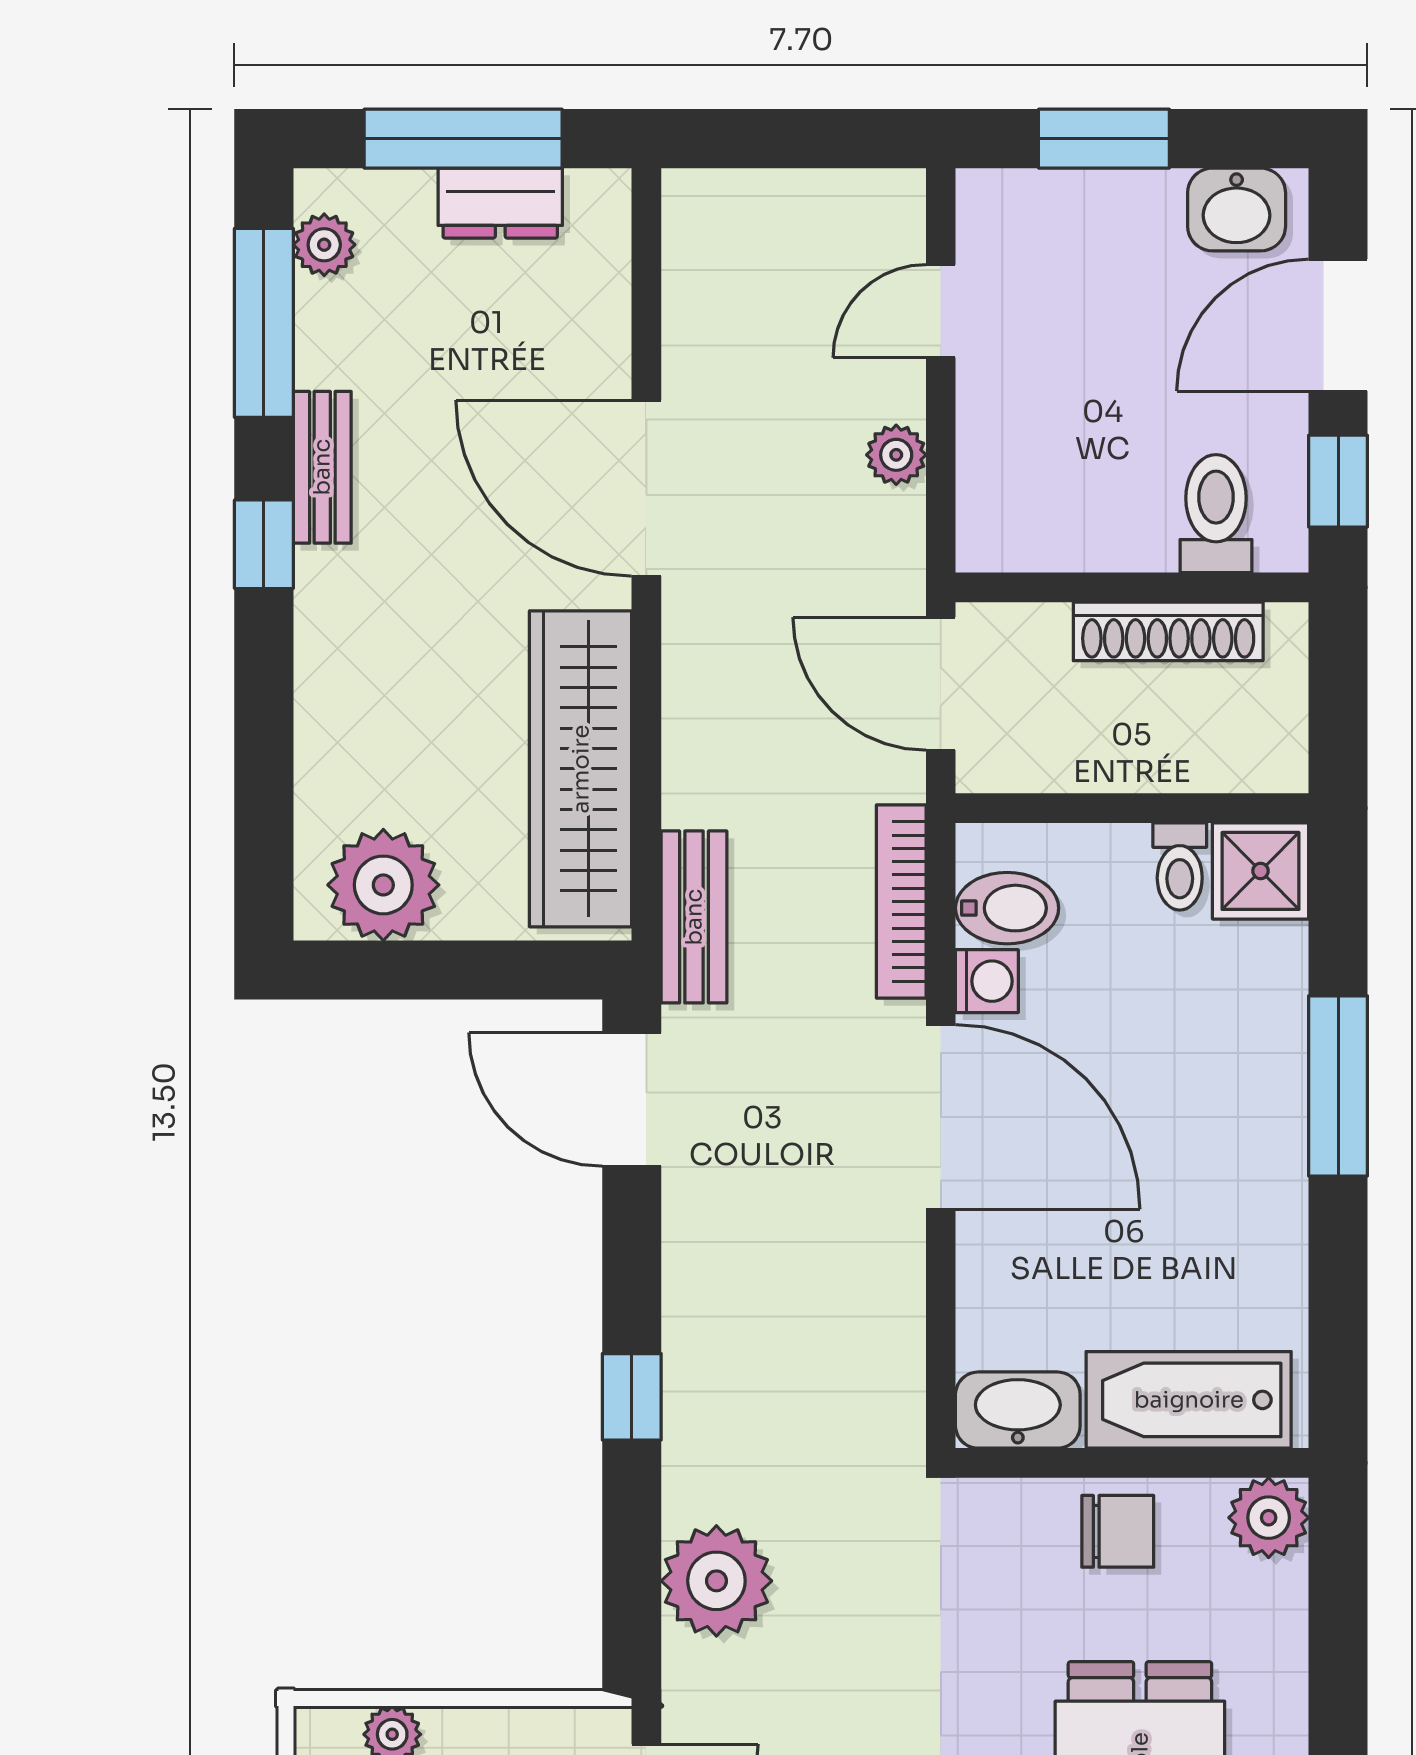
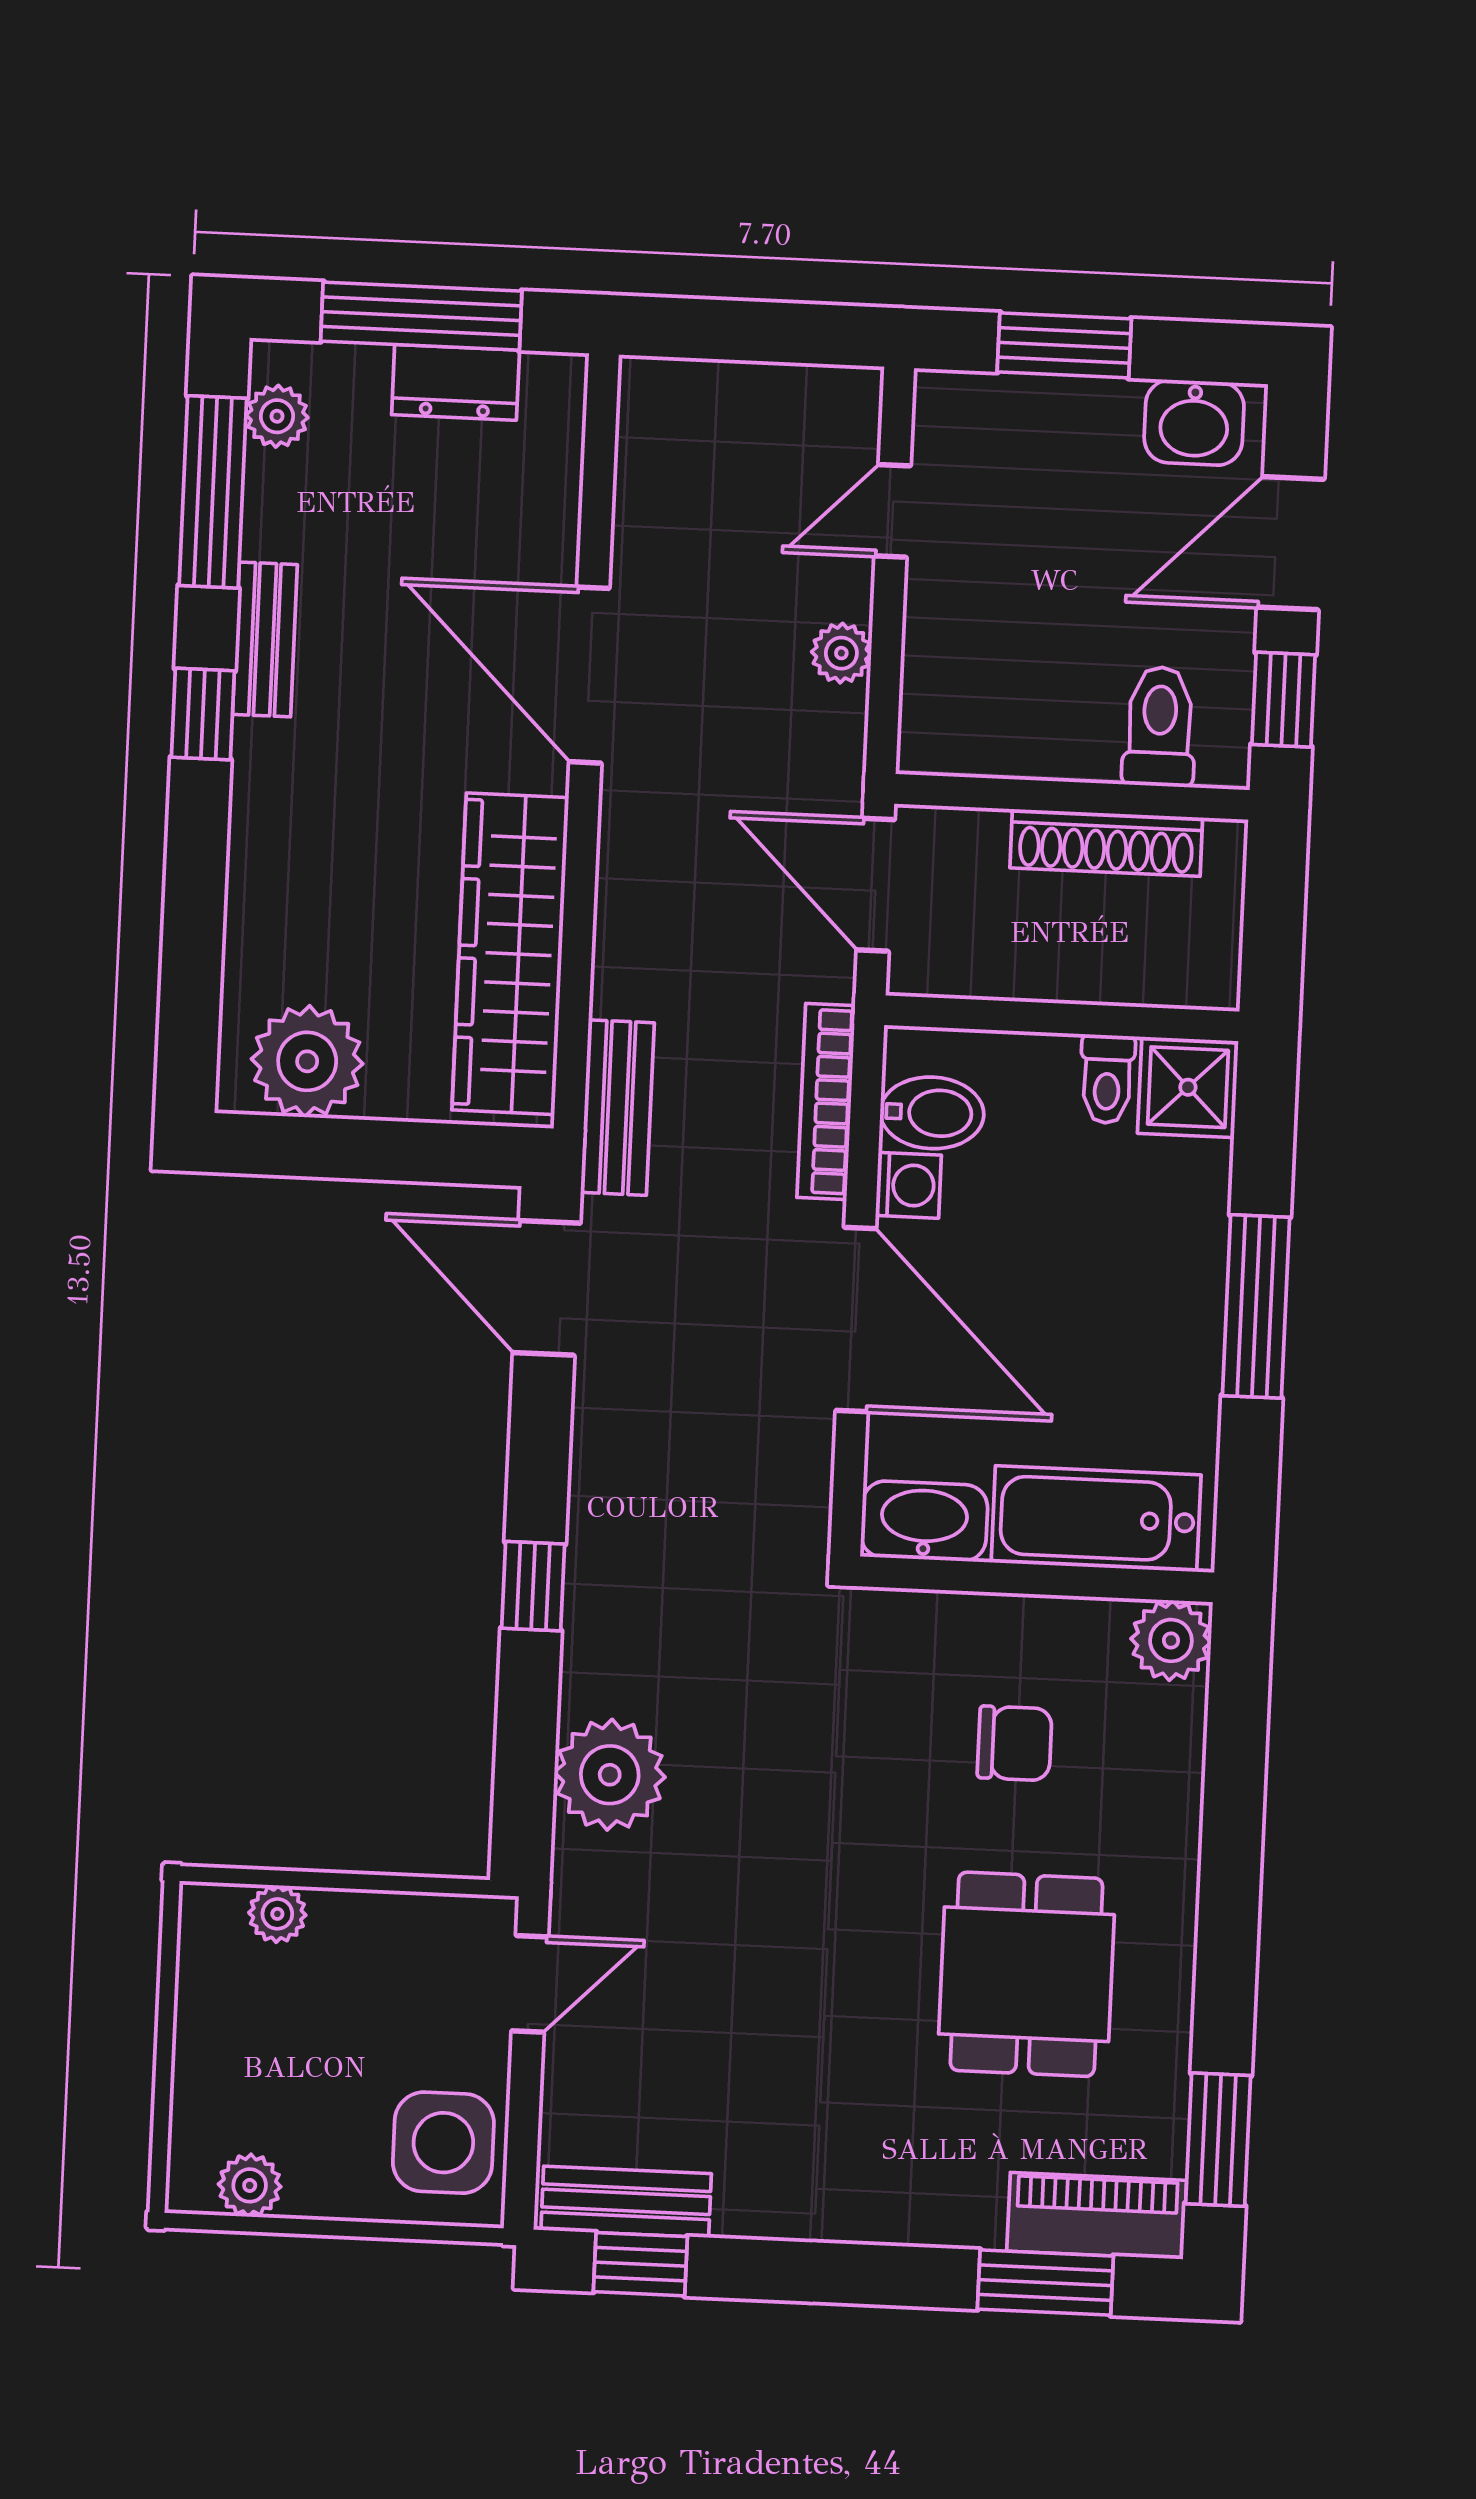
bathtub: (1189, 1400) -> (1096, 1519), moved
washbasin: (1018, 1410) -> (924, 1521), moved
wall: (1132, 1463) -> (1036, 1579), moved
plant: (1269, 1518) -> (1171, 1640), moved

